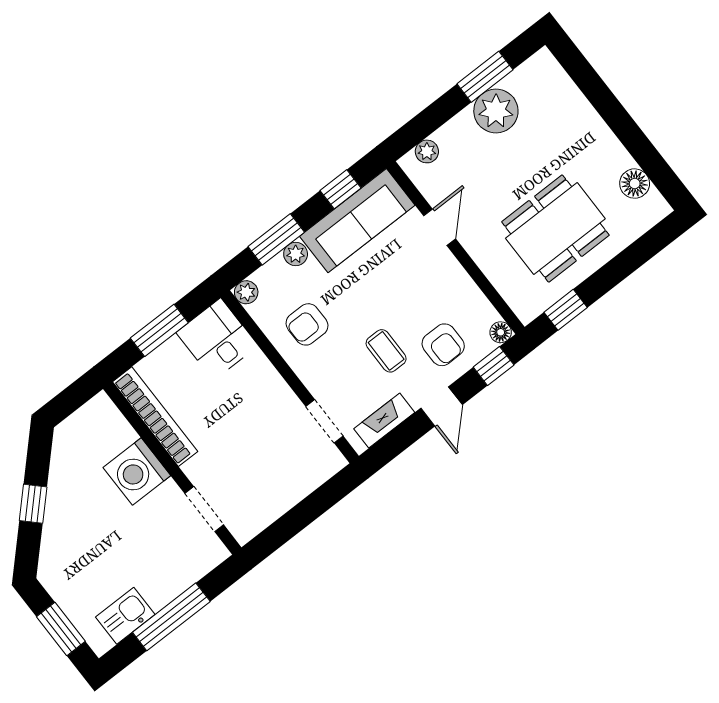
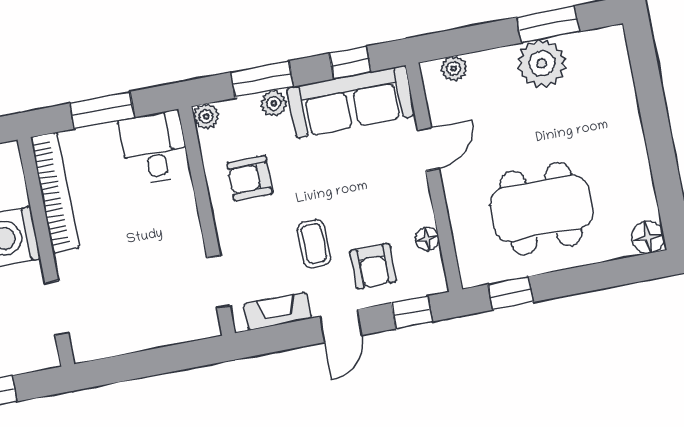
floor lamp: (635, 184) -> (648, 237), moved
floor lamp: (501, 332) -> (427, 239), moved

